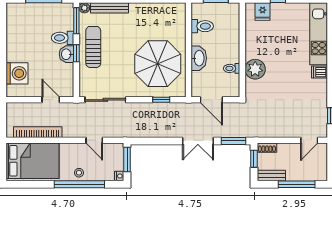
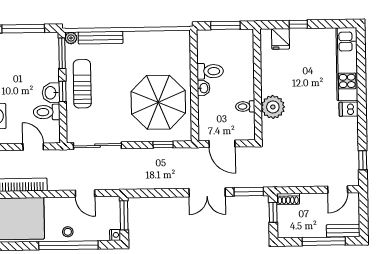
toilet: (202, 26) -> (210, 71), moved
toilet: (63, 38) -> (47, 112), moved
washbasin: (199, 58) -> (203, 88), width x0.52, depth x0.69
bench: (271, 175) -> (343, 231), moved

